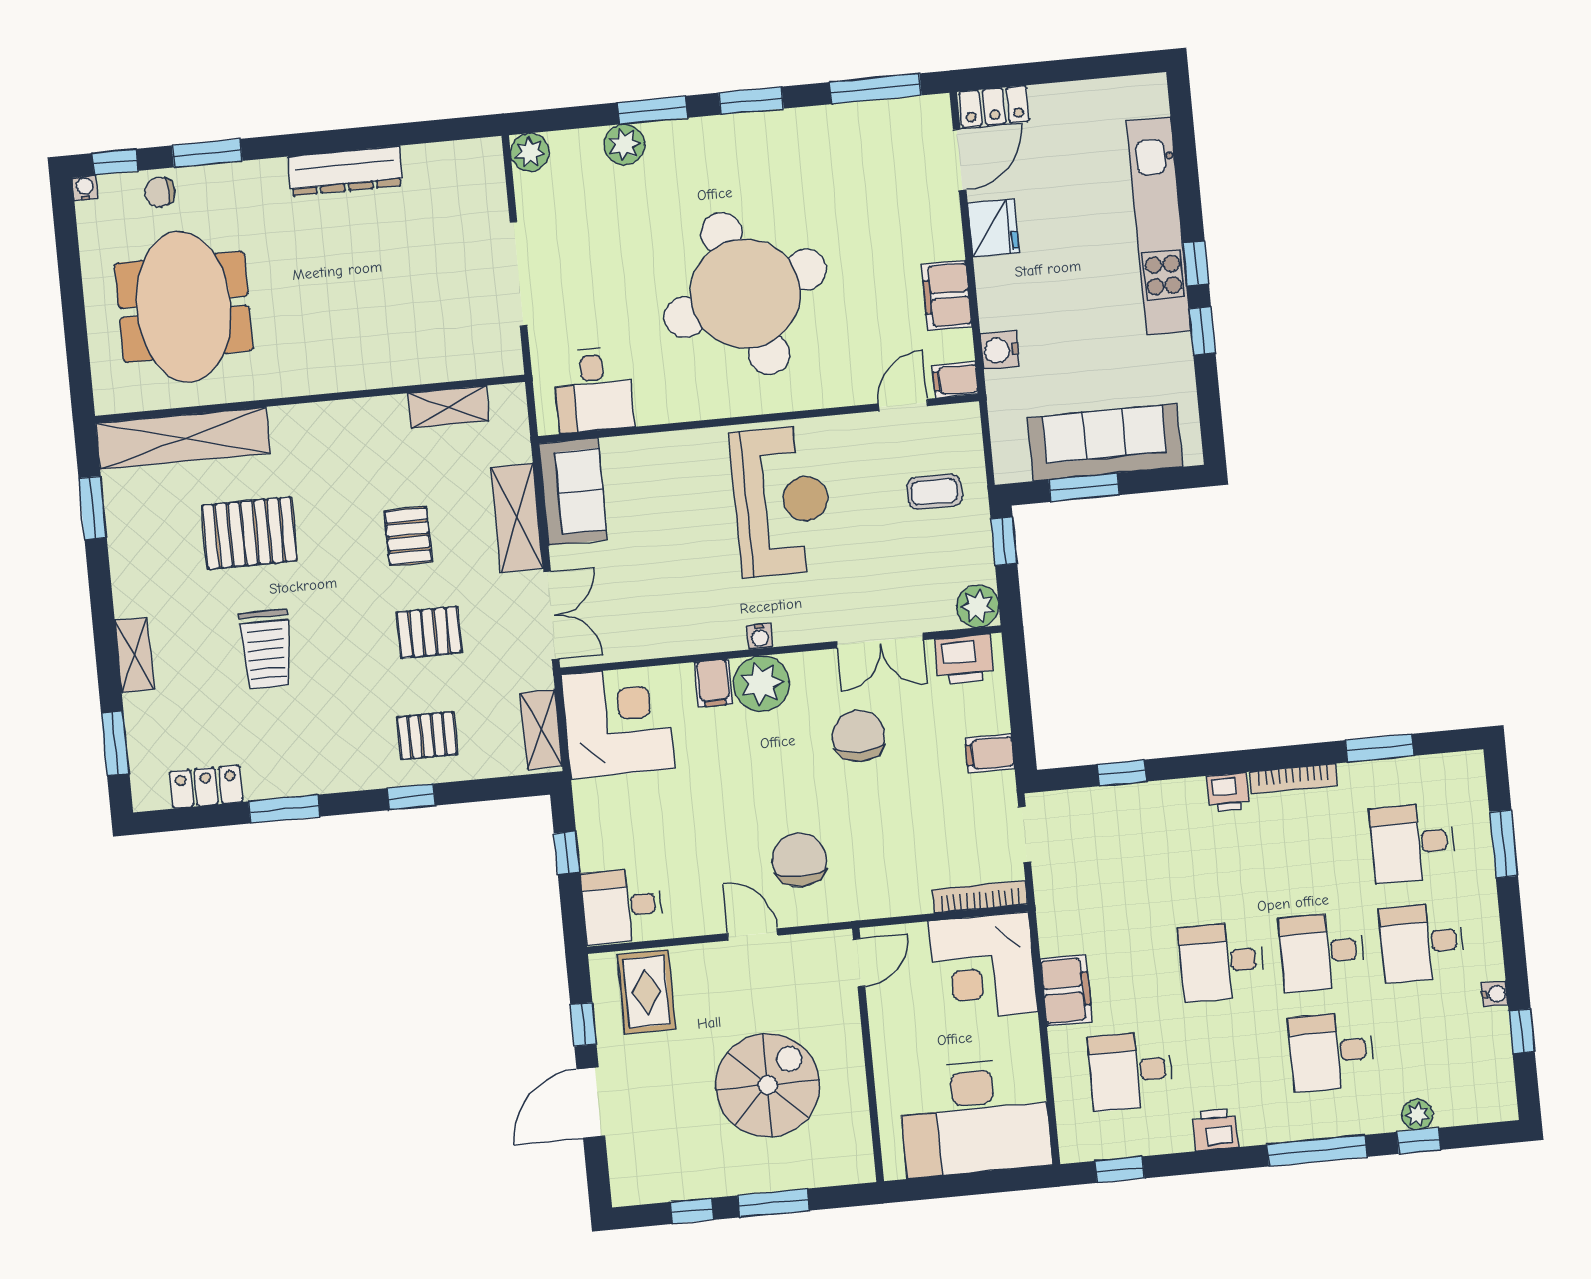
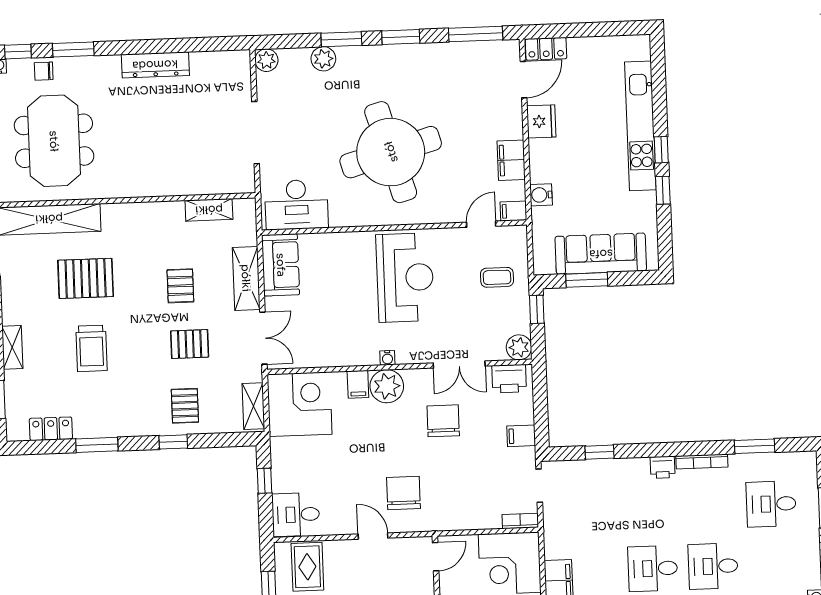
desk: (594, 390) -> (296, 205), width x1.37
pallet: (427, 736) -> (185, 406), turned 90
bookcase: (980, 897) -> (520, 521), width x0.64
desk: (1422, 942) -> (773, 564), removed

